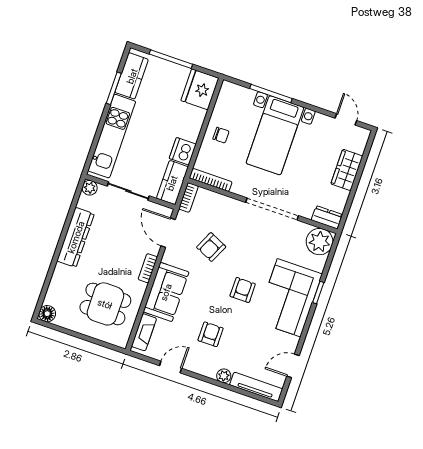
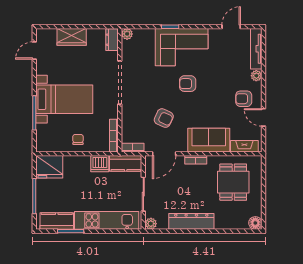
plant: (320, 242) -> (127, 34), width x0.53, depth x0.53
armchair: (211, 334) -> (244, 99), moved
door: (293, 366) -> (231, 27), swing flipped

